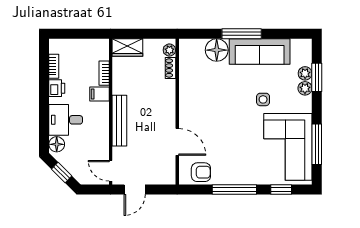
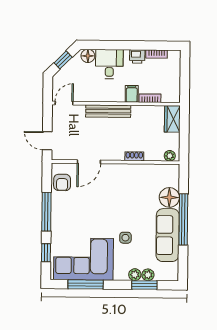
window: (242, 34) -> (183, 219), width x1.46
shoe rack: (170, 68) -> (134, 156), moved
door: (135, 190) -> (47, 141), moved

